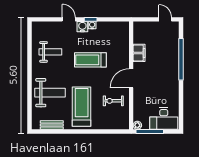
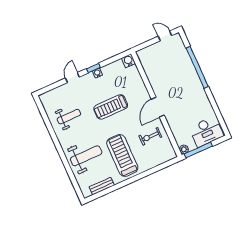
door: (69, 19) -> (72, 78), hinge flipped
water cooler: (82, 27) -> (128, 61), moved
filing cabinet: (139, 53) -> (154, 79), removed

